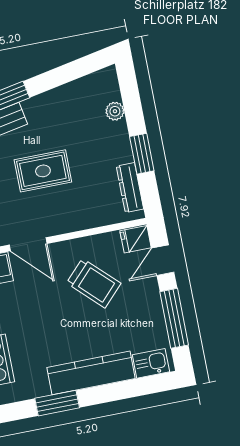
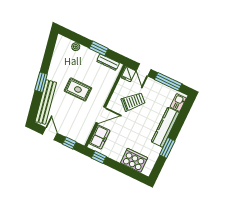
rug: (43, 171) -> (78, 89), turned 90

